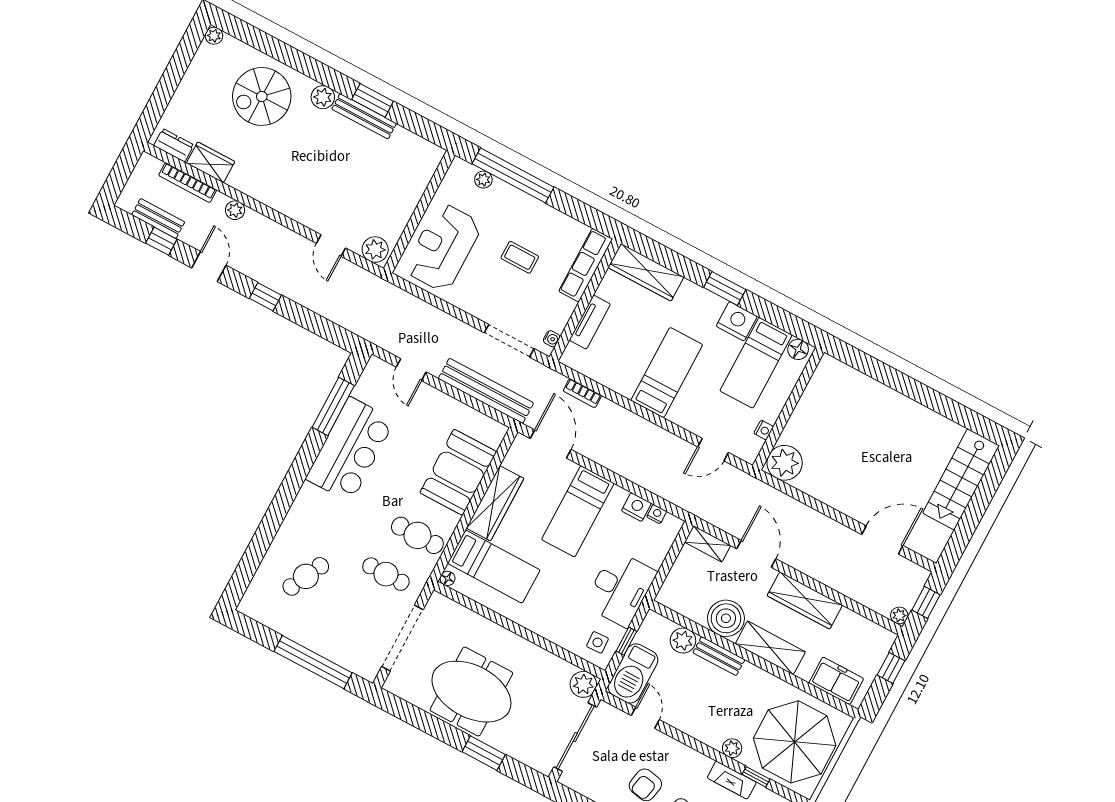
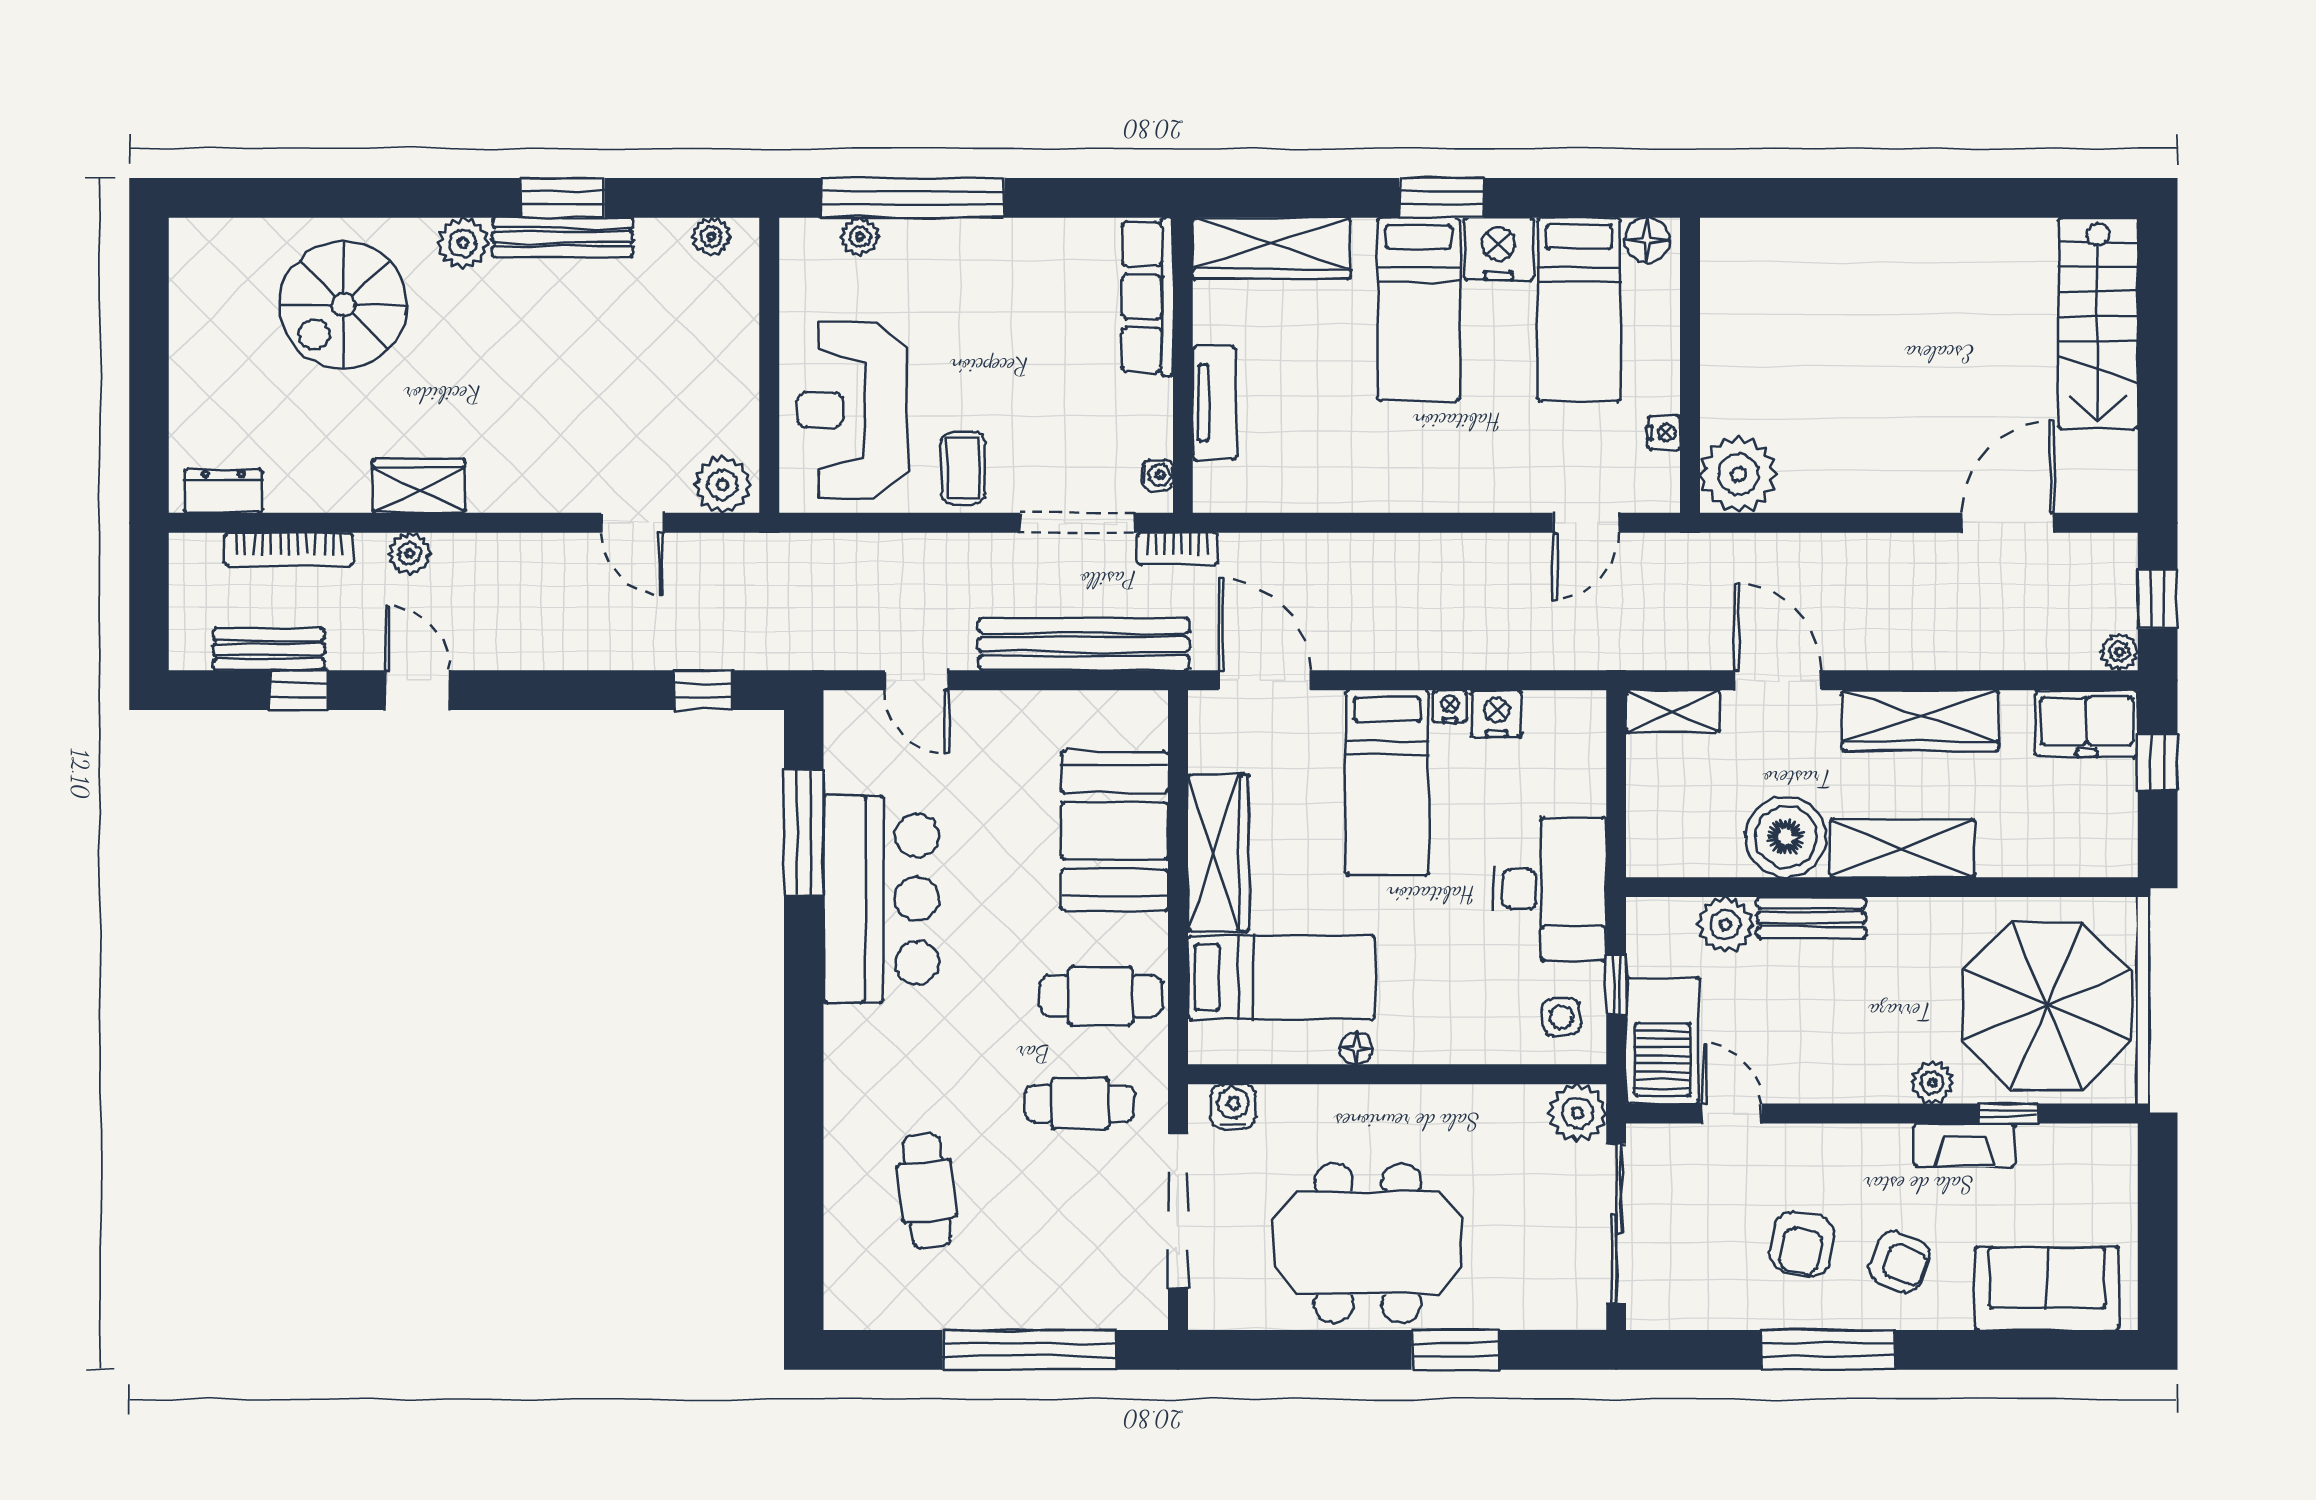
plant: (214, 36) -> (711, 237), moved
wardrobe: (211, 162) -> (419, 486), moved
coffee table: (520, 257) -> (963, 468), moved, turned 90
window: (265, 297) -> (704, 690), moved
bed: (667, 373) -> (1418, 309), moved, turned 180
bookcase: (582, 393) -> (1177, 549), moved
nightstand: (657, 514) -> (1450, 706), moved
cafe table: (306, 576) -> (927, 1191), turned -32
floor lamp: (448, 578) -> (1356, 1048), moved
water cooler: (447, 608) -> (1233, 1107), added
freezer: (836, 681) -> (2087, 723), moved, turned 180

